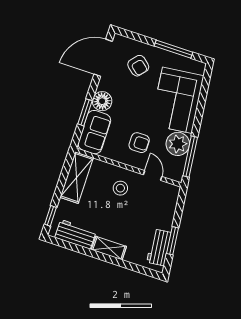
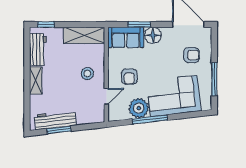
armchair: (138, 66) -> (191, 55), turned -130
window: (190, 157) -> (150, 119), moved
workbench: (159, 247) -> (55, 120), width x1.38

